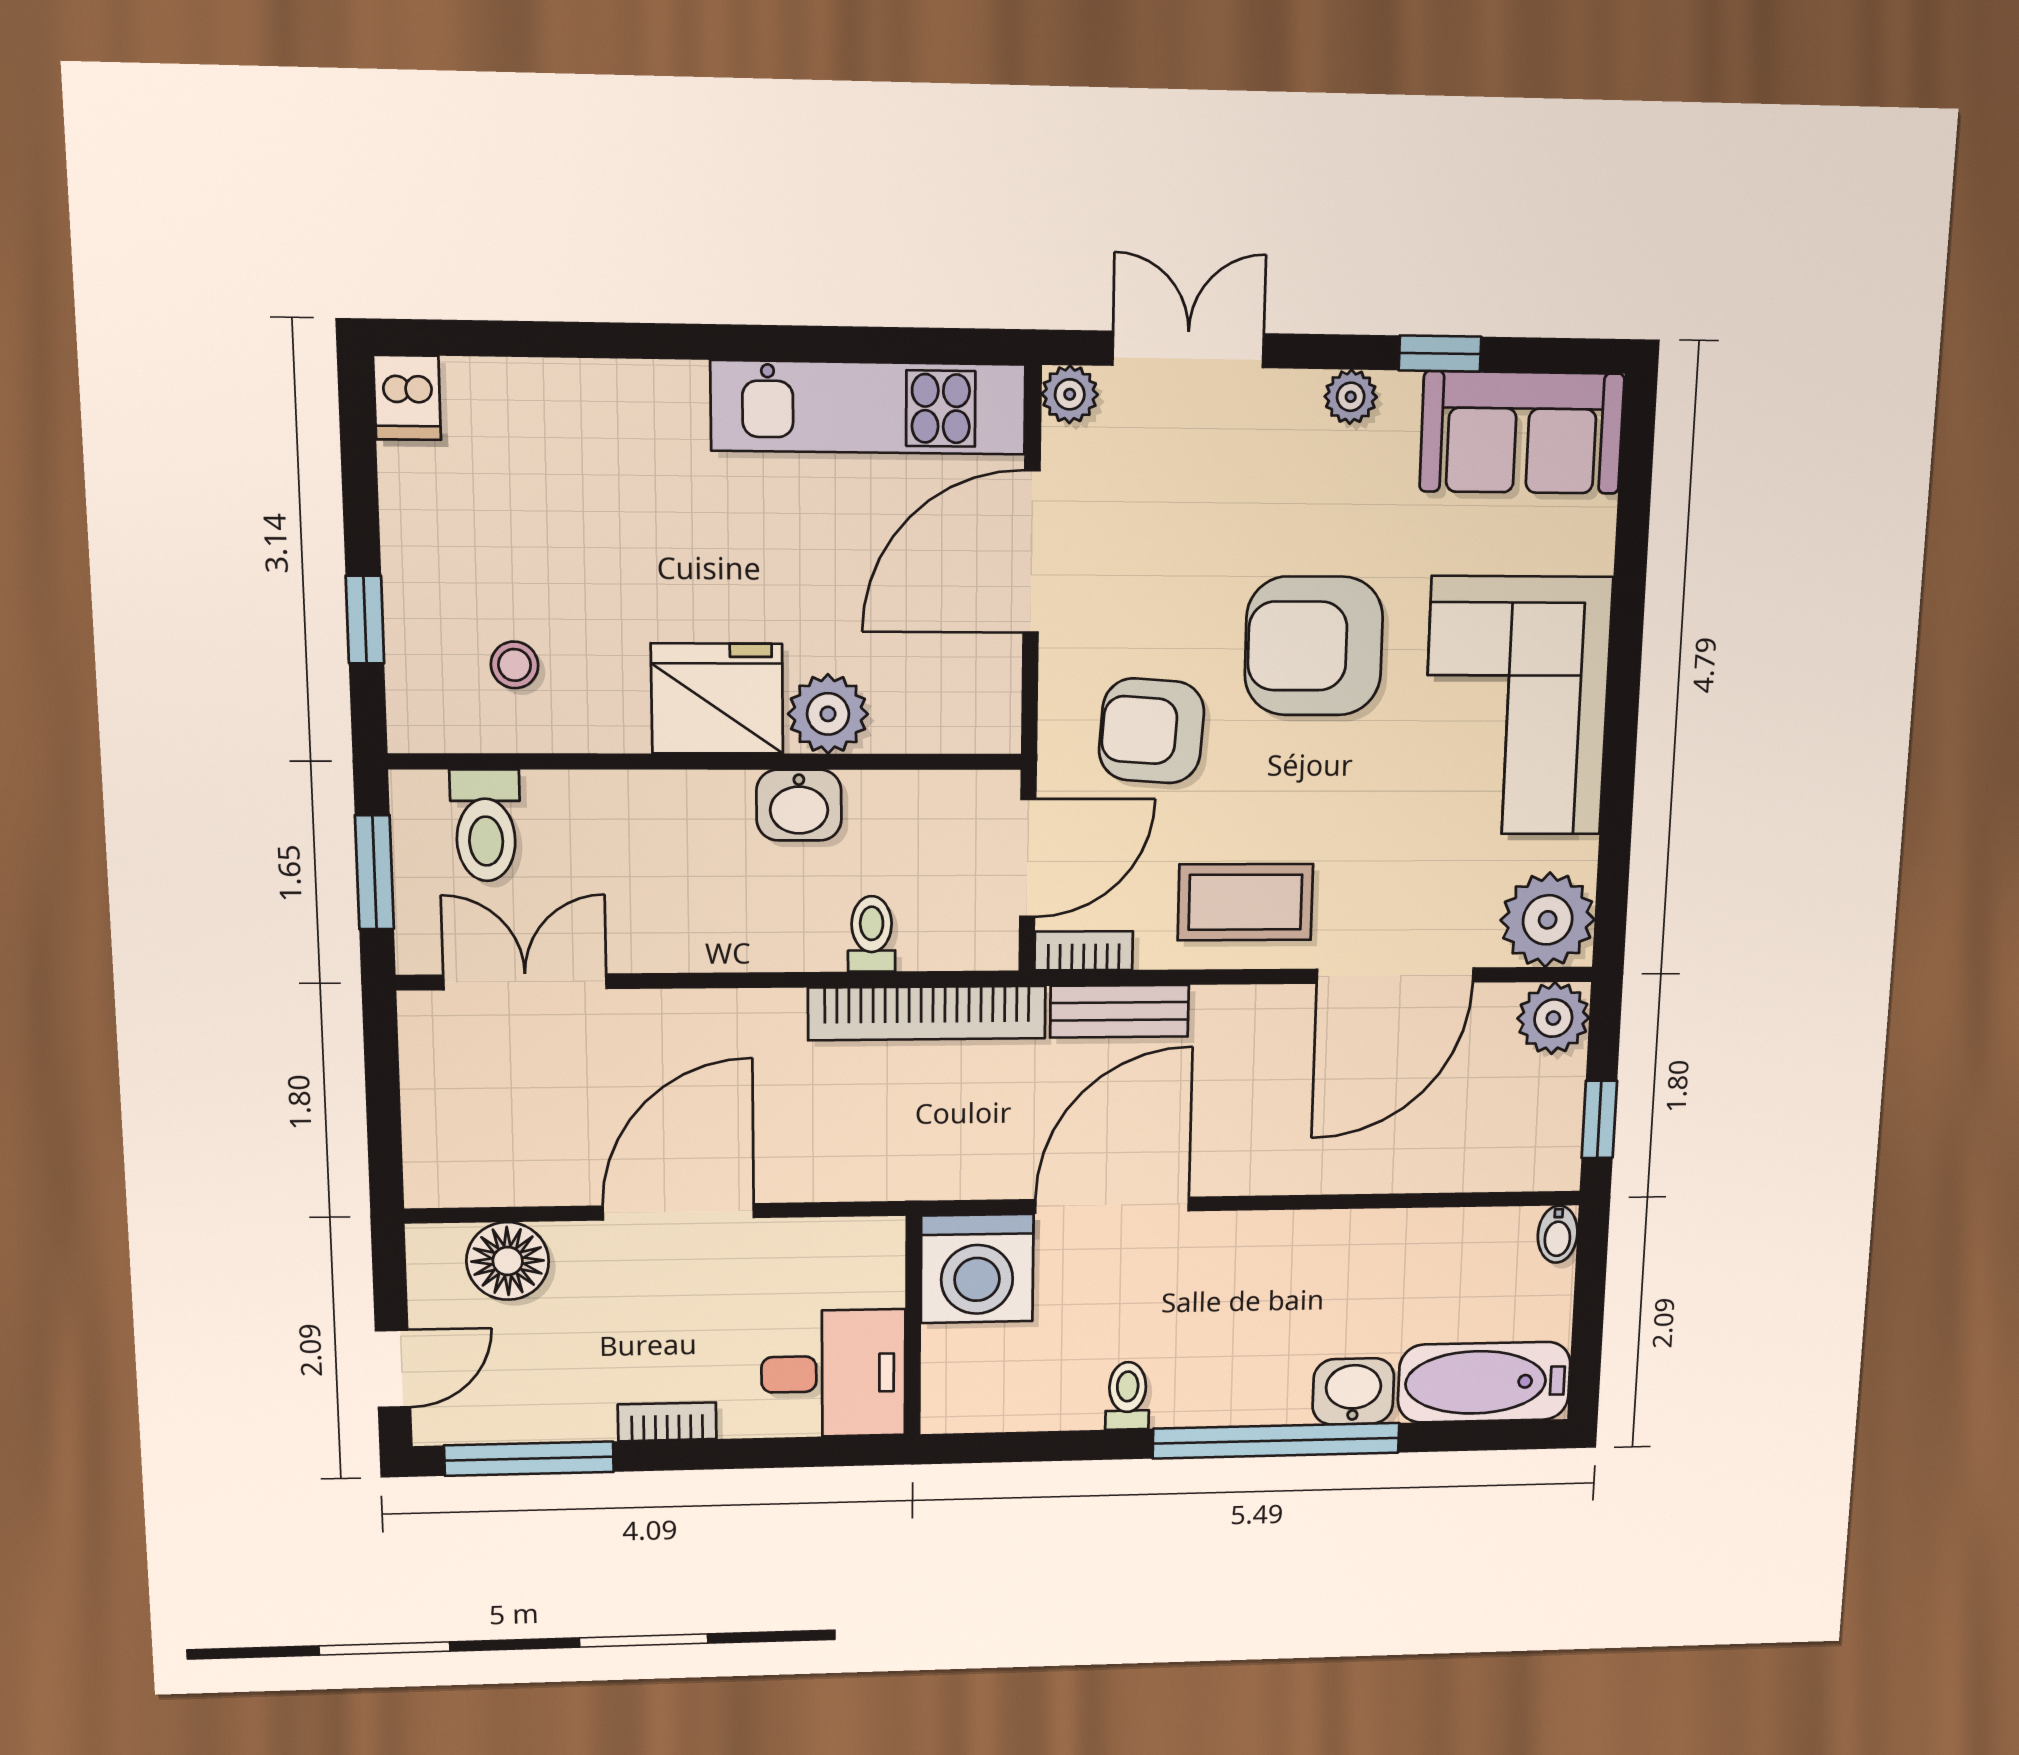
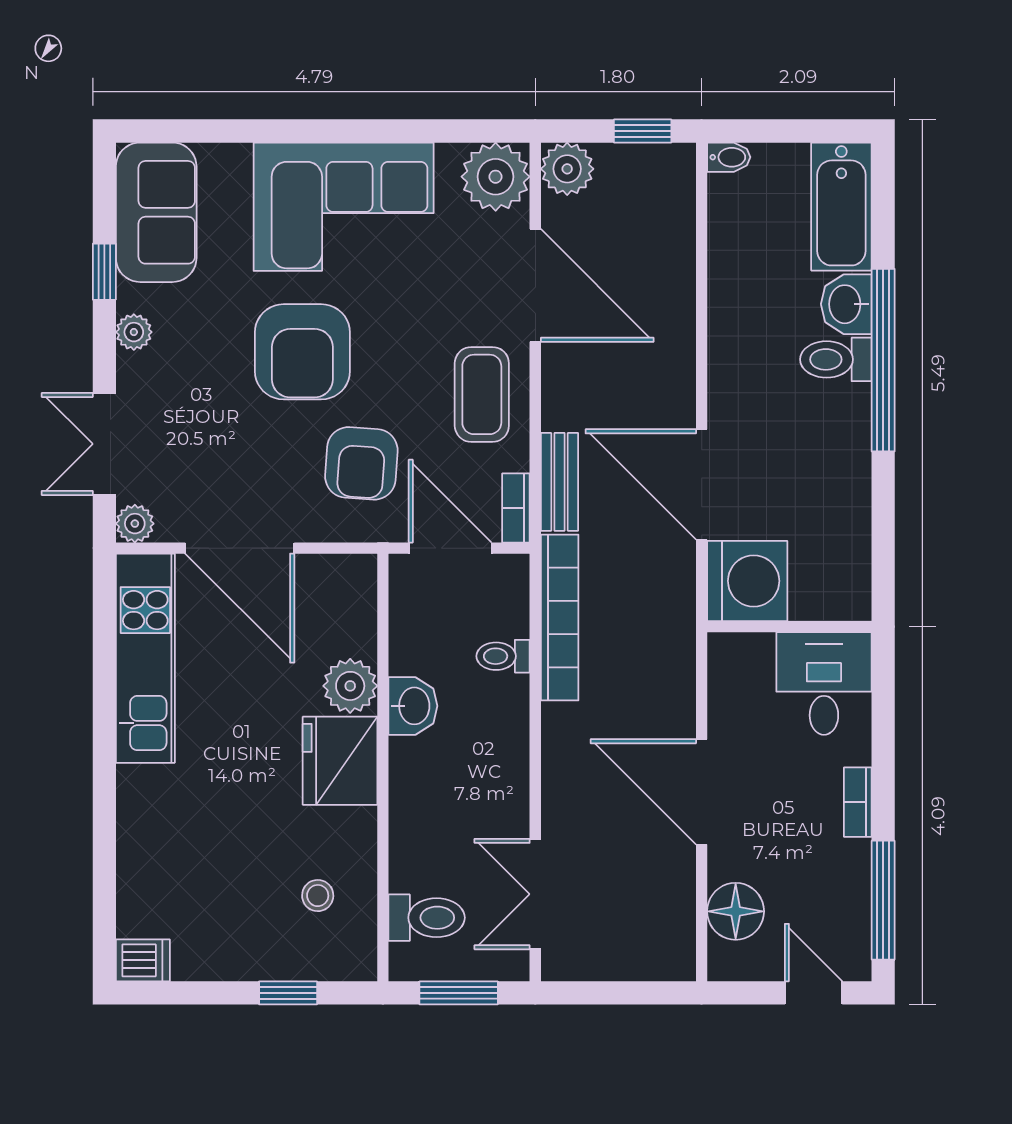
toilet: (1128, 1396) -> (836, 359), moved, width x1.37, depth x1.39

